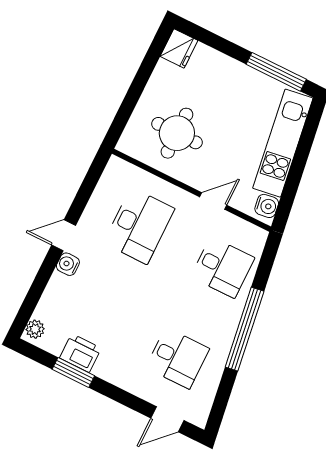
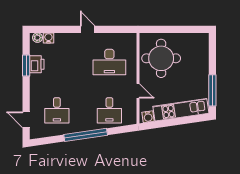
fridge: (179, 48) -> (201, 40), removed
round table: (177, 133) -> (161, 58), width x1.36, depth x1.36
water cooler: (68, 264) -> (48, 38), moved

